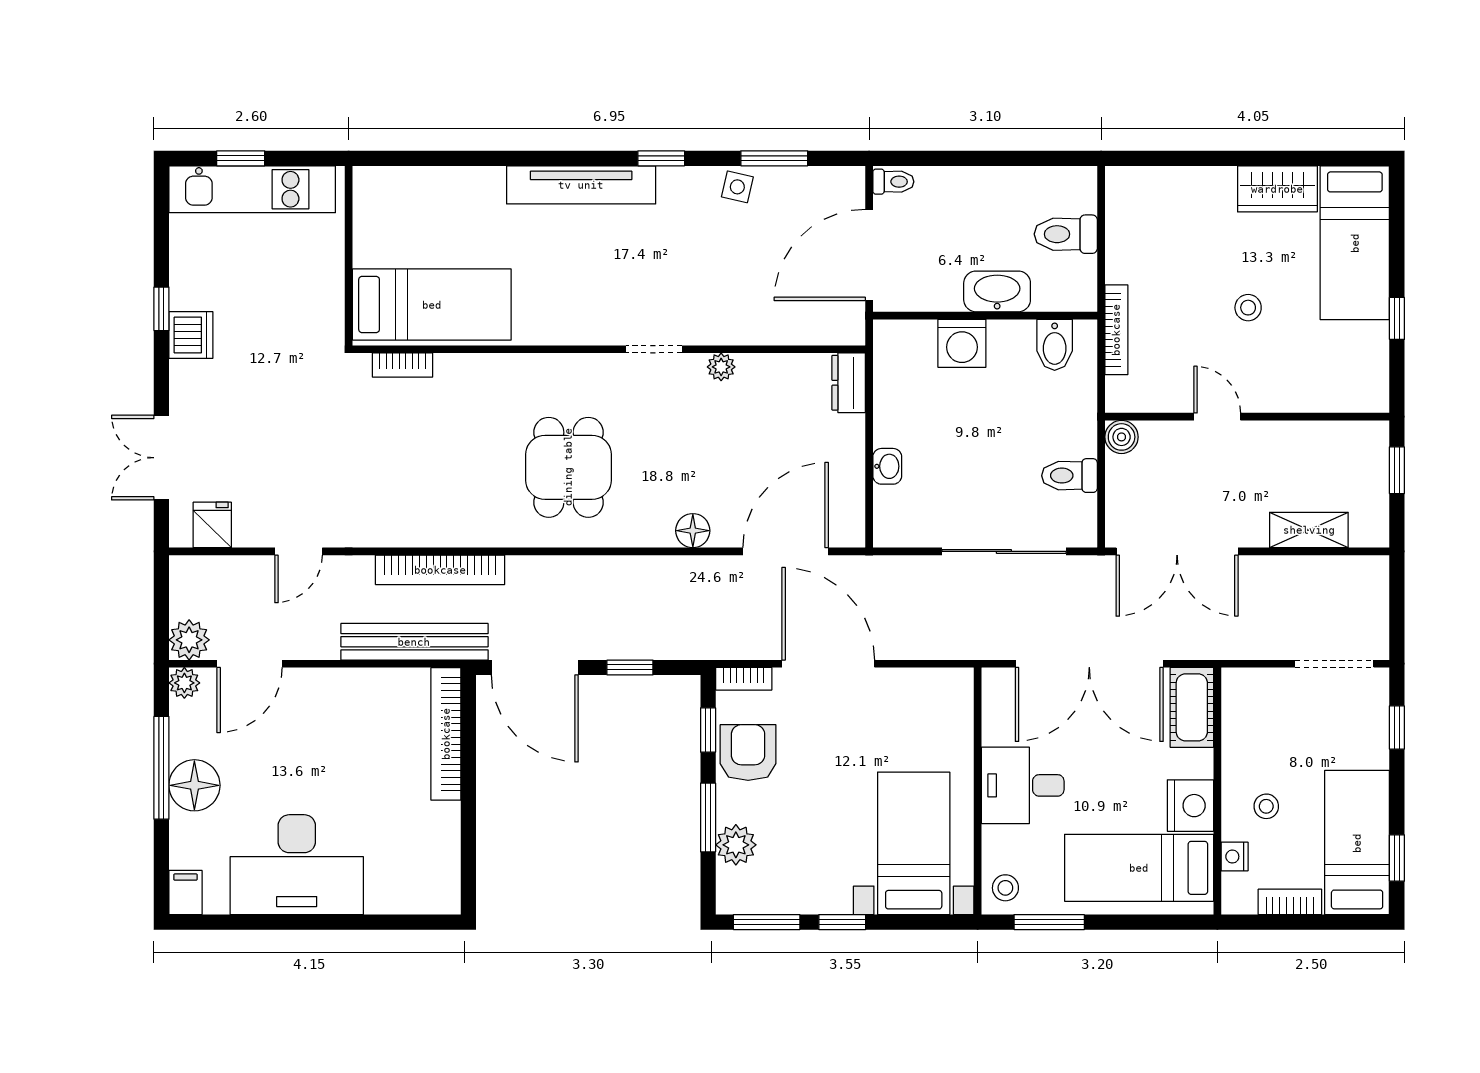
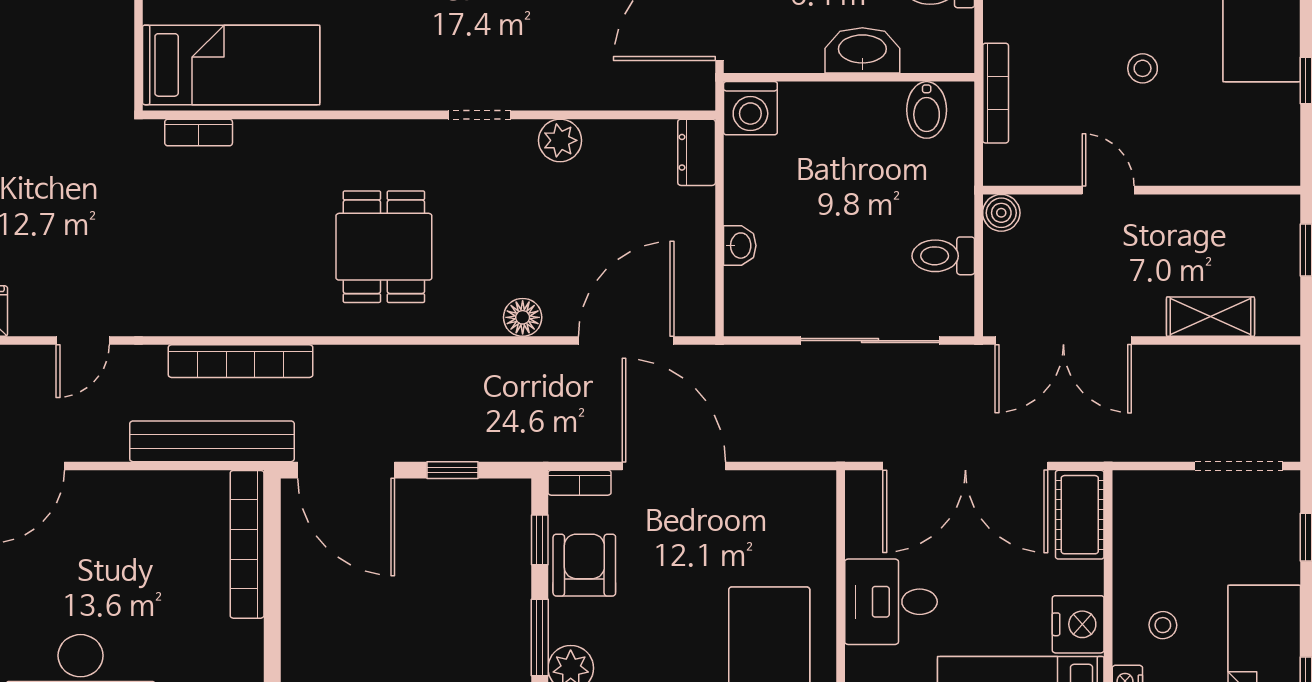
washing machine: (962, 343) -> (750, 108), moved
plant: (721, 367) -> (560, 140), width x1.38, depth x1.38

